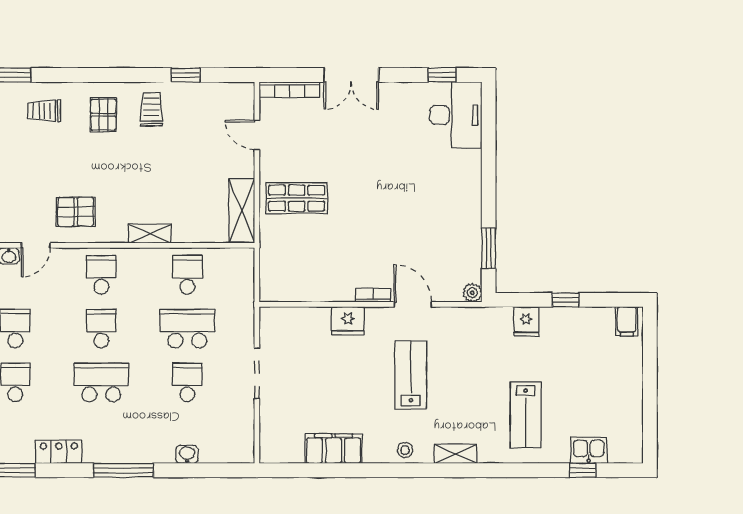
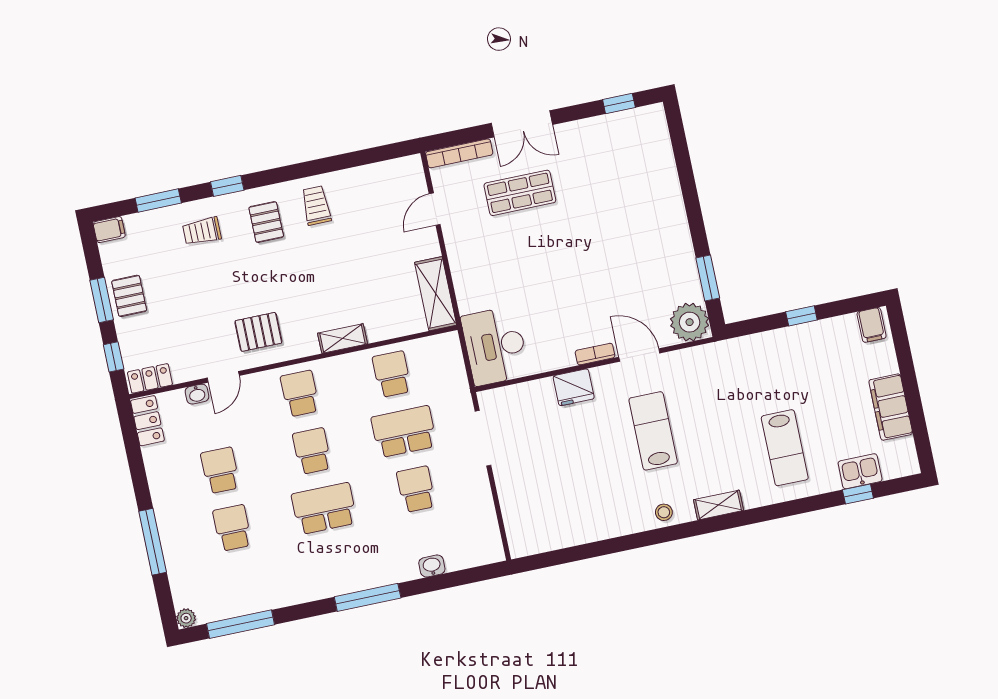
window: (185, 75) -> (227, 186), moved
desk: (456, 115) -> (495, 346), moved, turned 180
door: (257, 135) -> (435, 209), hinge flipped
shop shelf: (297, 198) -> (520, 193), moved
plant: (472, 293) -> (690, 322), width x1.88, depth x1.88
fridge: (526, 322) -> (764, 348), removed
doorway: (257, 373) -> (483, 438), moved
filing cabinet: (334, 449) -> (891, 407), moved, turned -90
locker: (59, 452) -> (294, 592), removed

